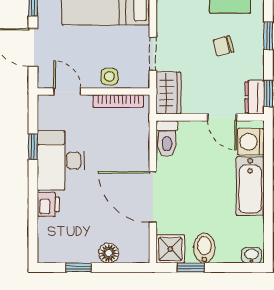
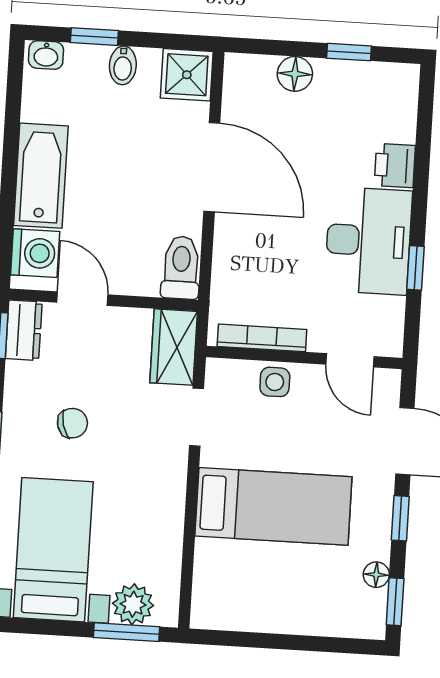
bidet: (204, 248) -> (123, 65), width x0.72, depth x0.74
window: (191, 268) -> (94, 37), moved

